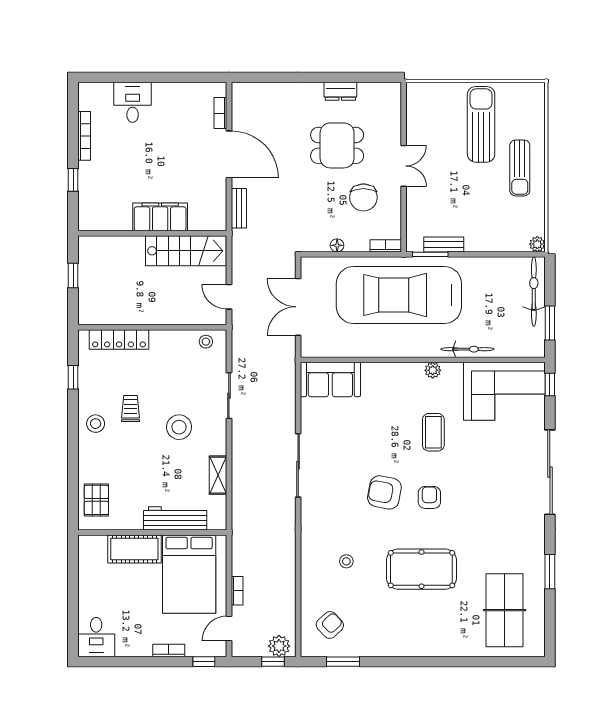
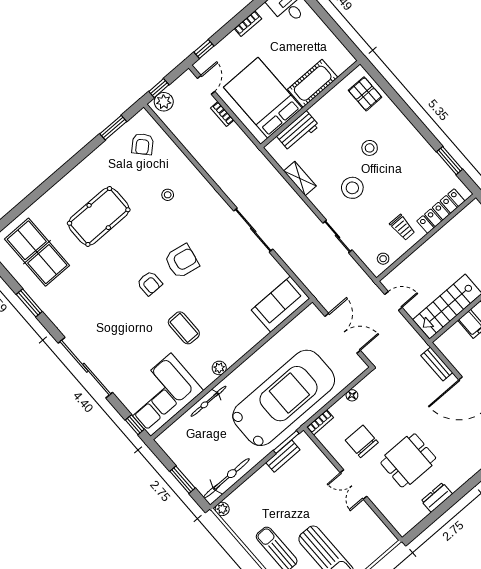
bicycle: (534, 291) -> (226, 478), moved, turned -90
window: (550, 323) -> (182, 480), moved
window: (73, 377) -> (449, 161), width x1.50
trolley: (131, 409) -> (402, 227), moved
stool: (96, 424) -> (370, 148), moved
workbench: (175, 518) -> (298, 131), width x0.73
pool table: (421, 569) -> (99, 216), moved
bookcase: (169, 650) -> (248, 24), moved

